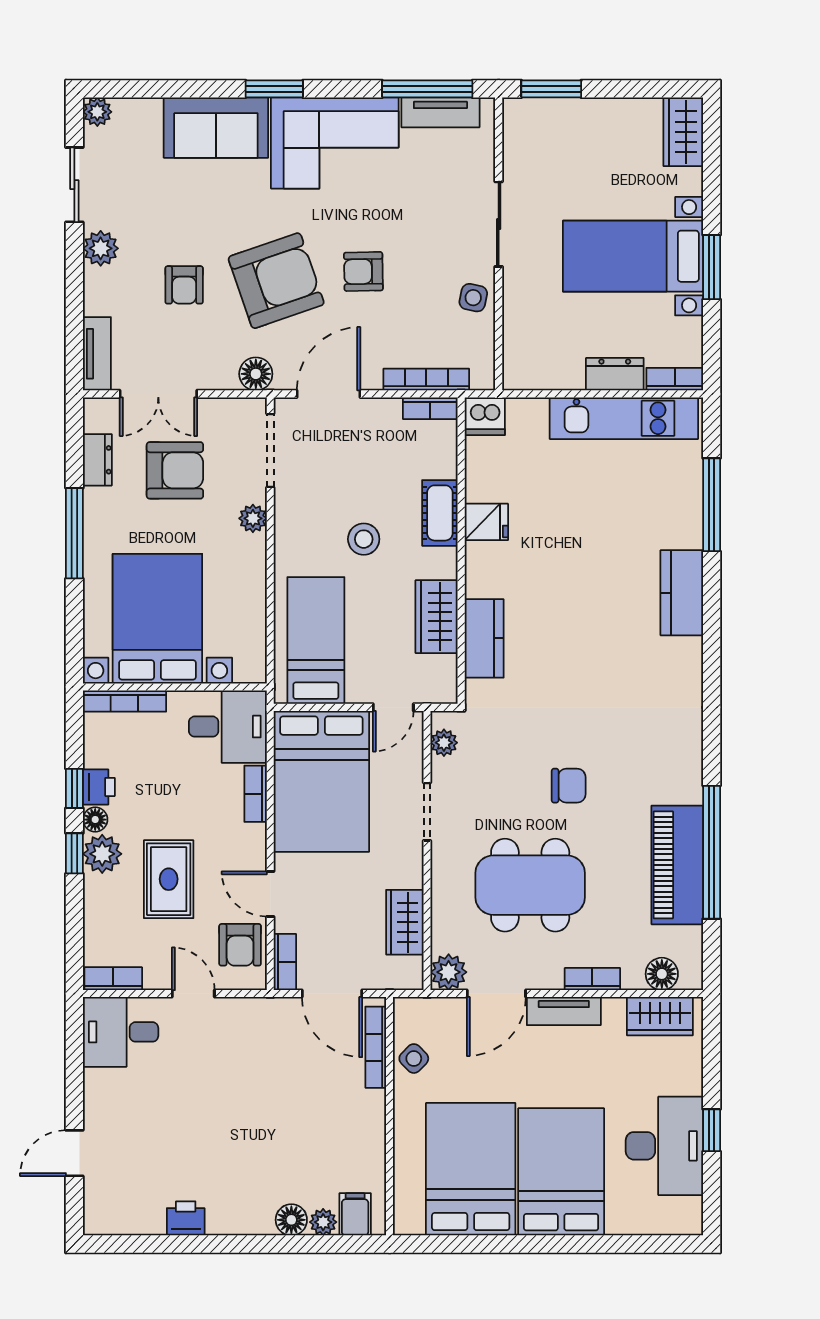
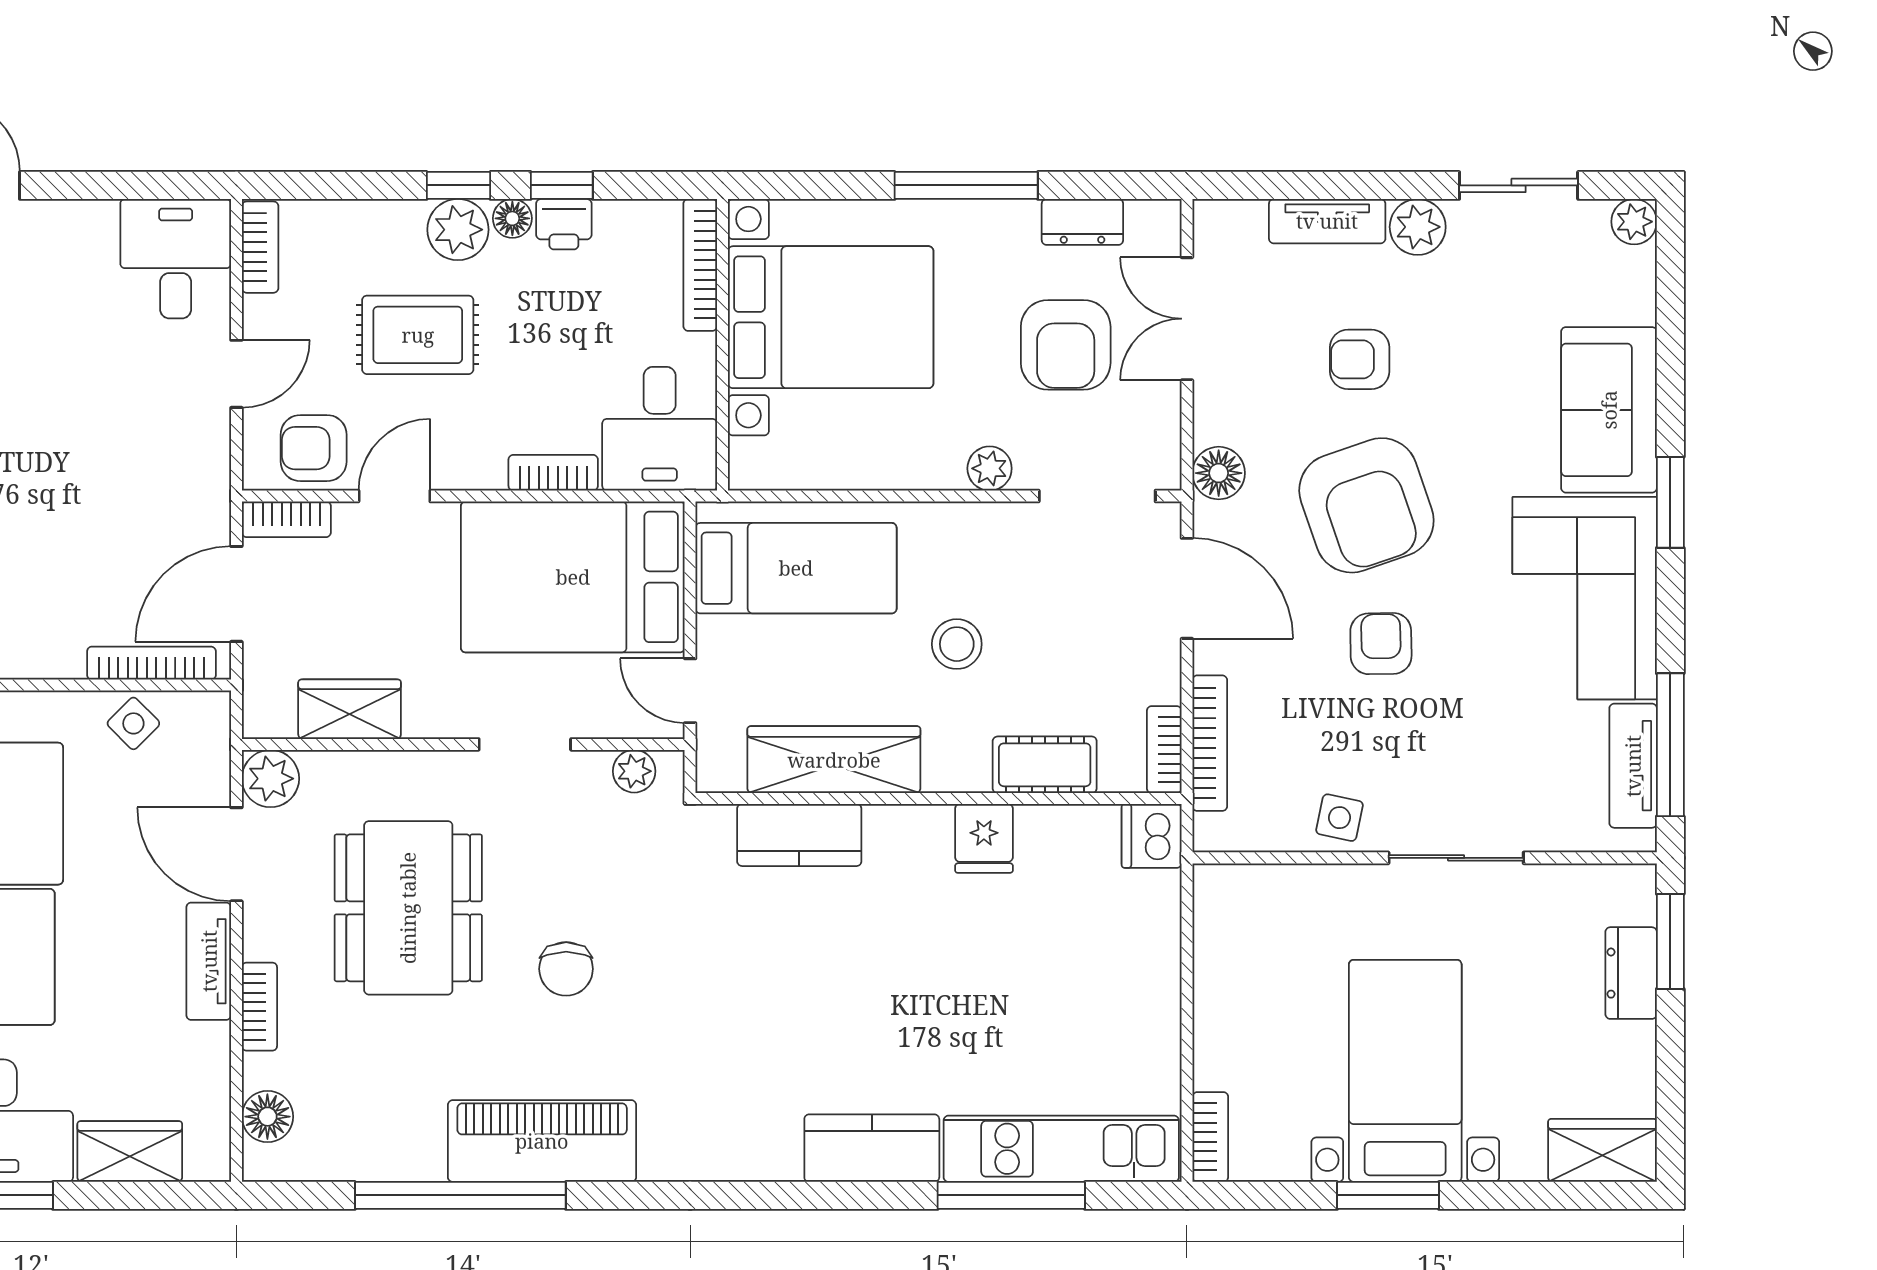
tv unit: (97, 354) -> (1327, 221), moved
dresser: (615, 374) -> (1631, 973), moved, turned 180
kitchen unit: (624, 418) -> (1061, 1149), moved, turned 90
cot: (440, 513) -> (1045, 765), moved
wardrobe: (437, 617) -> (834, 760), width x1.50
piano: (677, 865) -> (542, 1141), moved
wardrobe: (660, 1016) -> (130, 1152), moved, turned 90

